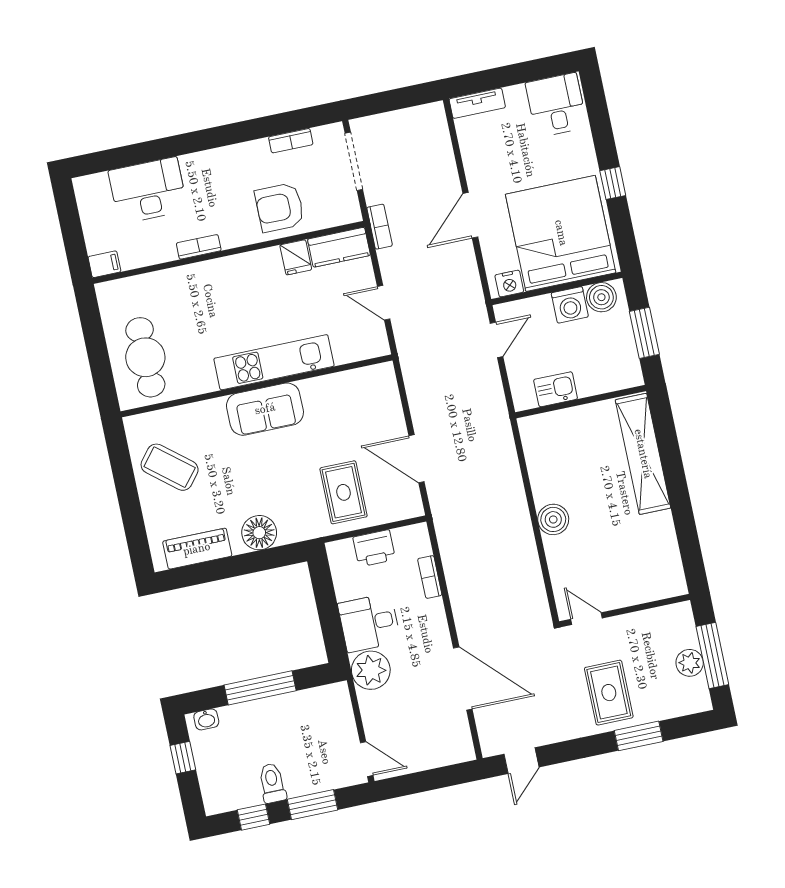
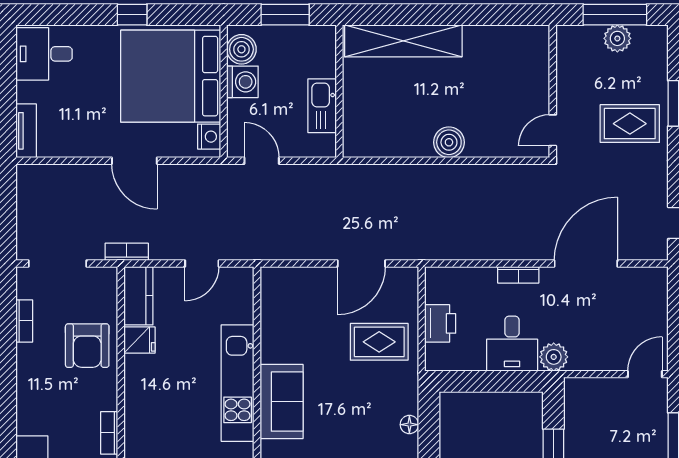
kitchen sink: (556, 389) -> (322, 106), width x1.38
floor lamp: (259, 533) -> (409, 425), width x0.53, depth x0.53
bookcase: (430, 577) -> (518, 275), moved
plant: (371, 670) -> (554, 357), width x0.73, depth x0.73

